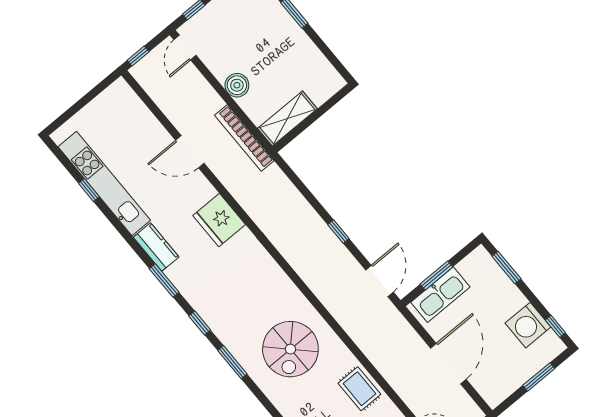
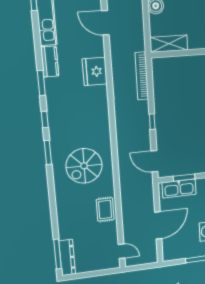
bookcase: (244, 138) -> (142, 76), moved
door: (379, 281) -> (154, 161), swing flipped

